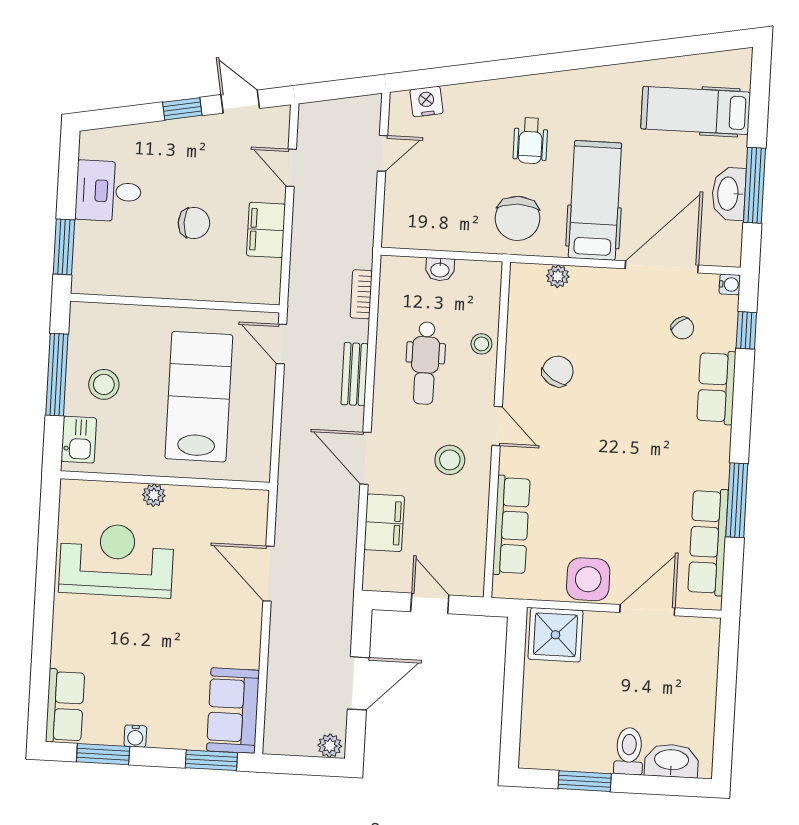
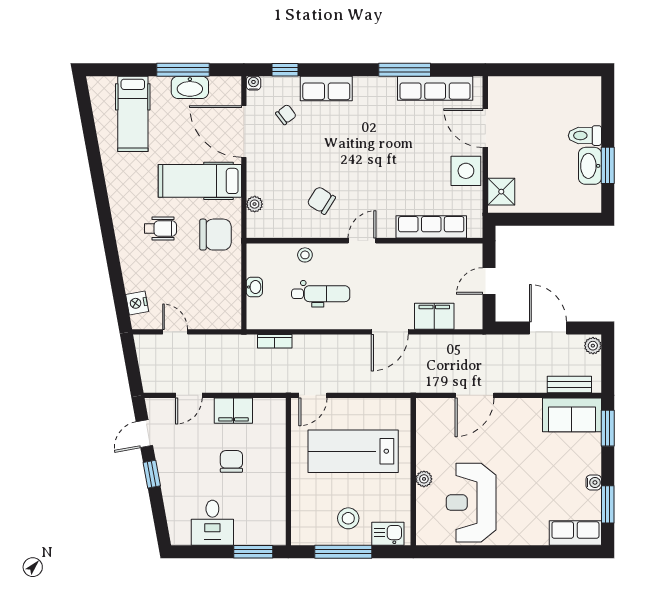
bench: (355, 374) -> (569, 384), moved
stool: (450, 460) -> (388, 273), removed
shower: (555, 635) -> (501, 192), width x0.73, depth x0.73
washbasin: (672, 761) -> (590, 166), moved

